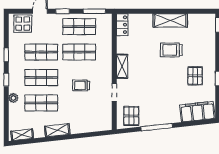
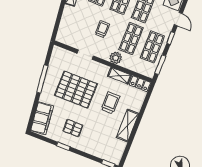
trolley: (171, 50) -> (110, 103), moved
plant: (105, 60) -> (116, 58), added
shelving: (122, 66) -> (120, 76), moved
pallet: (131, 116) -> (76, 90), moved, width x2.05, depth x2.00

